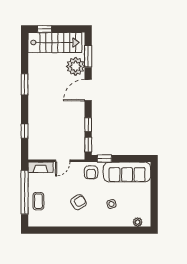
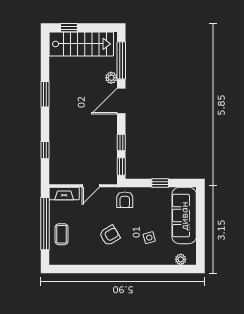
window: (88, 56) -> (121, 60), width x1.44
plant: (75, 66) -> (111, 78), width x0.53, depth x0.53
window: (104, 158) -> (160, 183), moved
sofa: (127, 172) -> (184, 216), moved, turned 90

